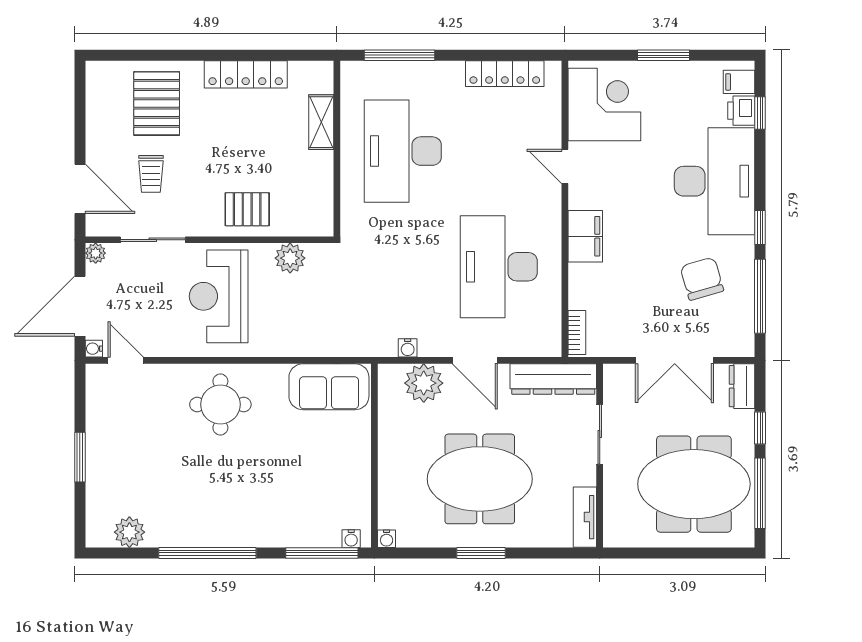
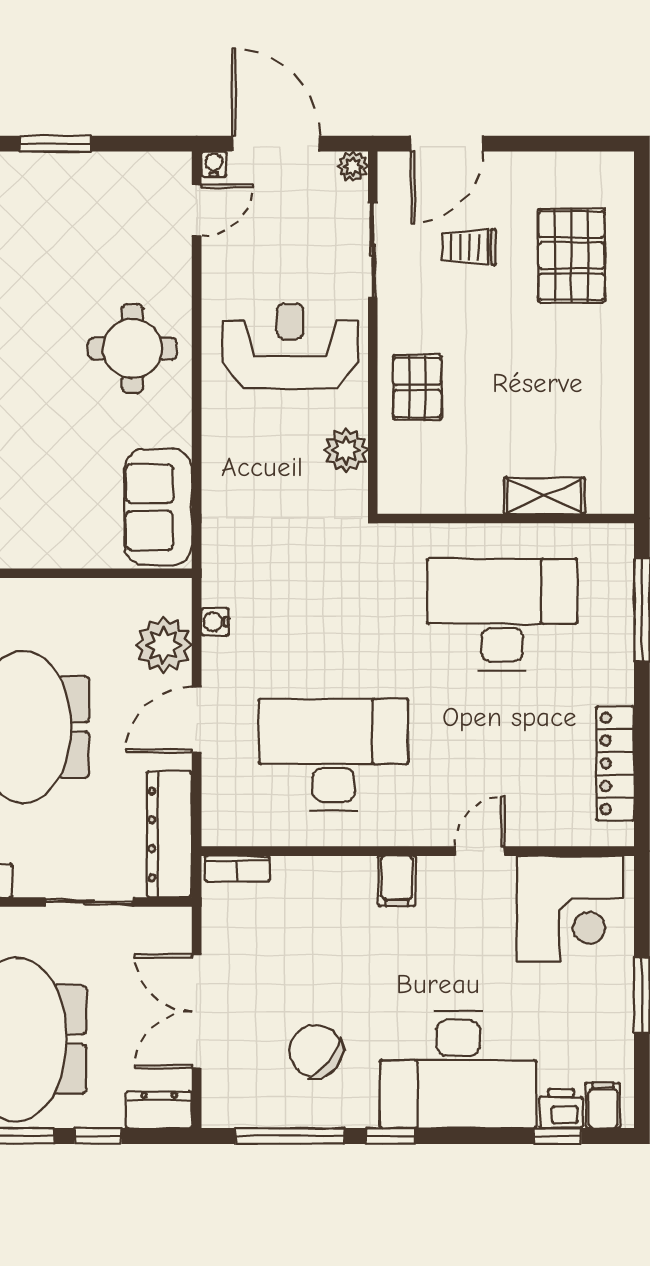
locker: (246, 74) -> (614, 385), removed
pallet: (157, 103) -> (572, 256), turned 90
filing cabinet: (585, 236) -> (397, 881), width x0.50
chair: (702, 279) -> (316, 1051), turned -125

